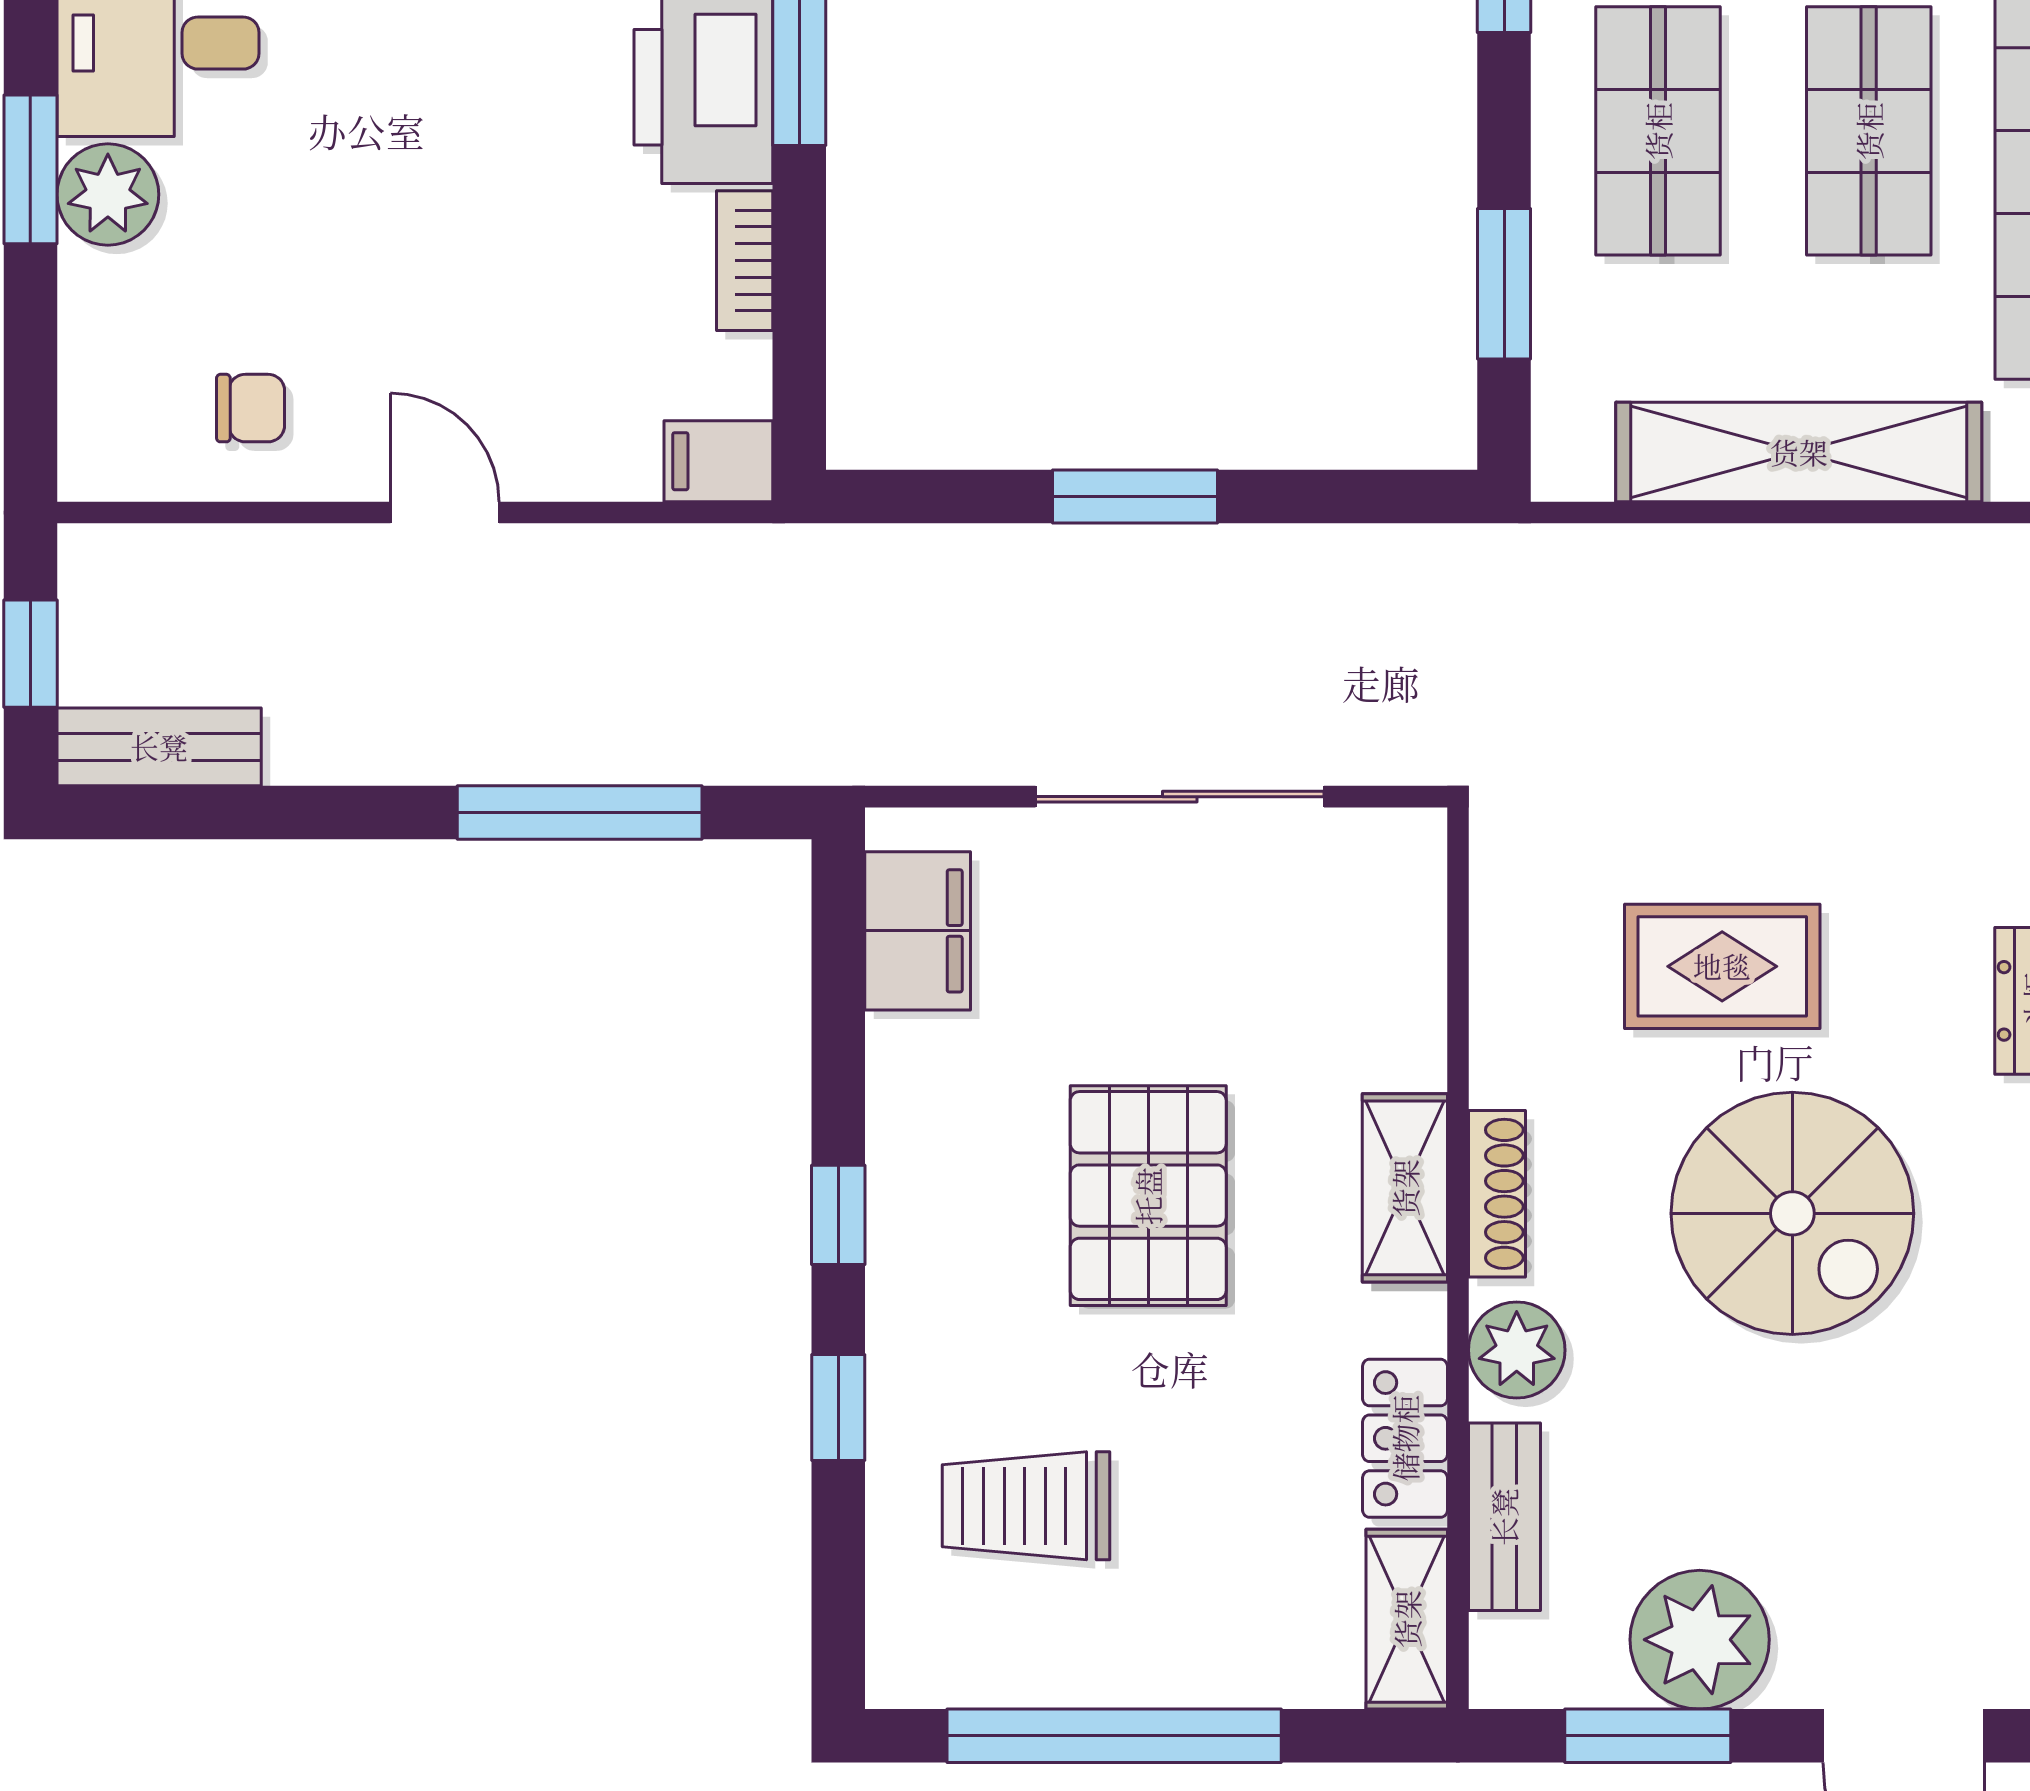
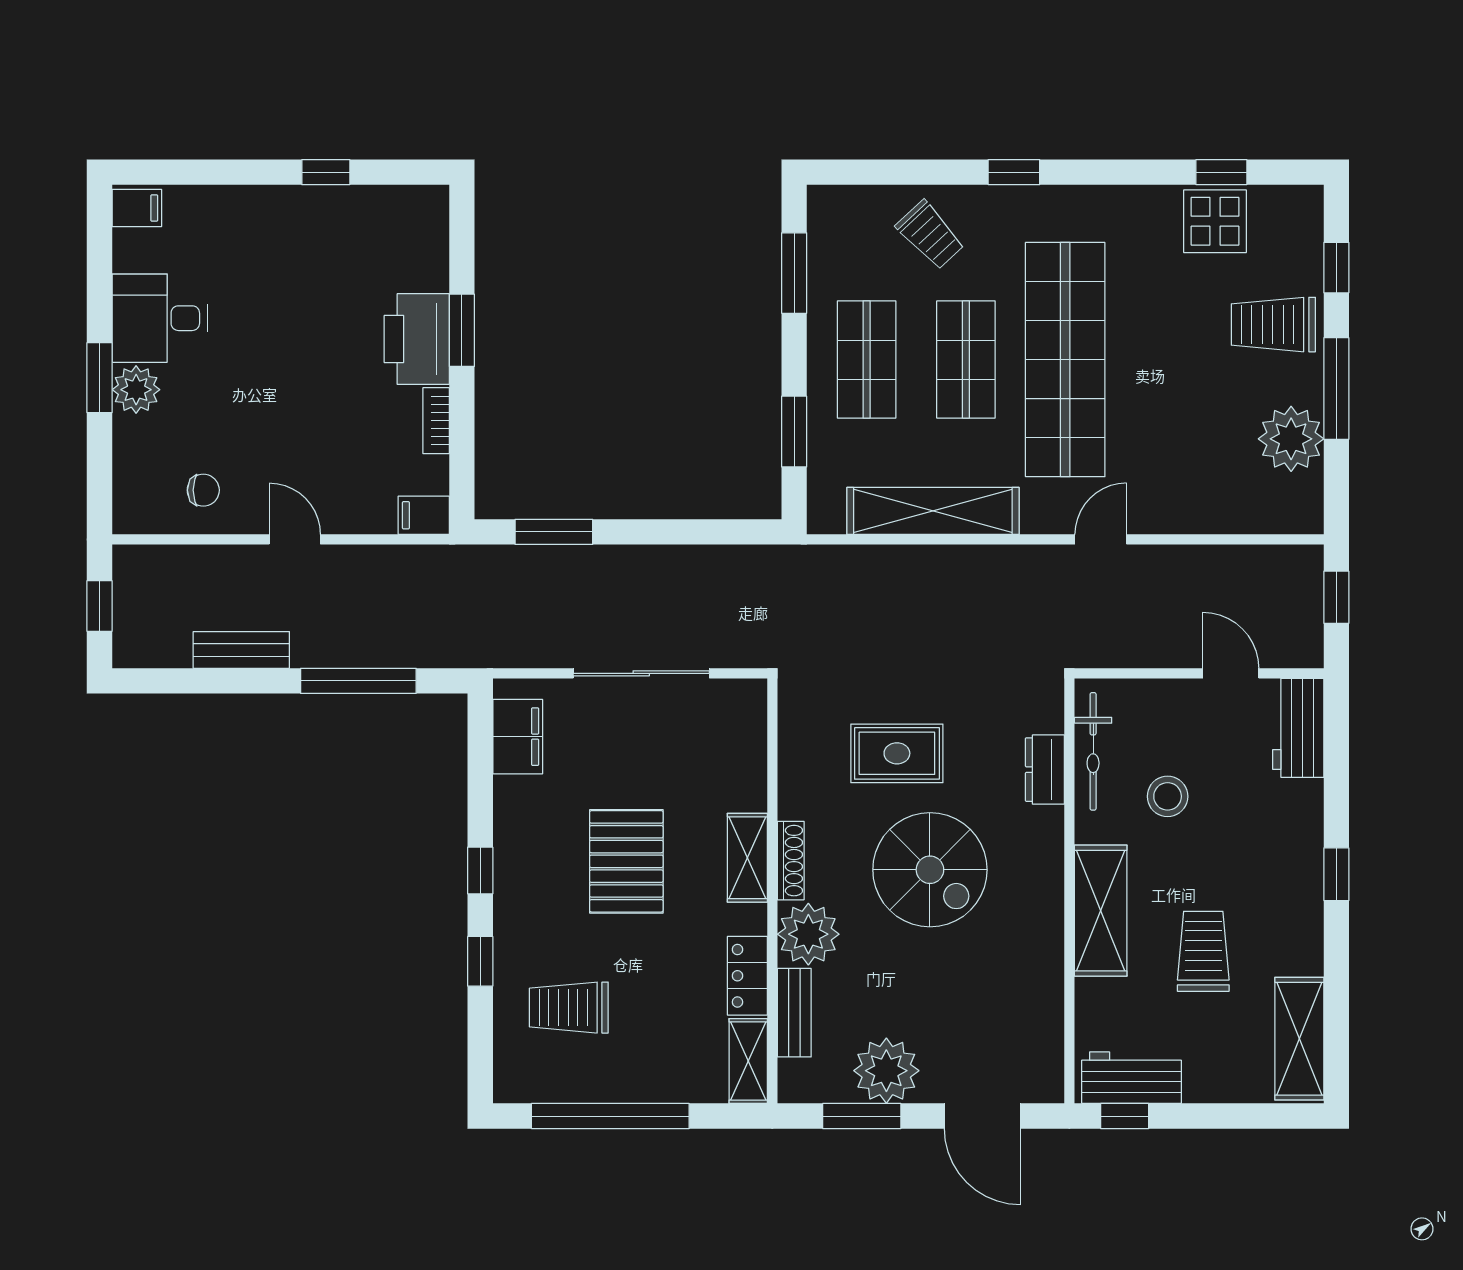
window: (1135, 497) -> (554, 532), moved
bench: (159, 747) -> (241, 650), moved
plant: (1517, 1350) -> (808, 934), width x1.36, depth x1.36

